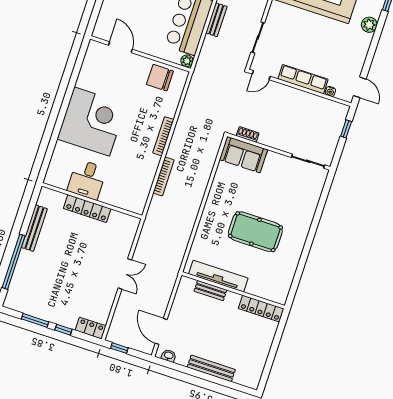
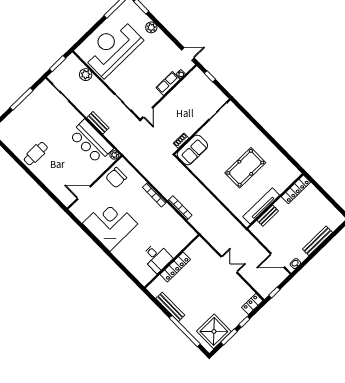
row of seats: (303, 79) -> (168, 83), width x0.68
corner desk: (92, 121) -> (110, 224), moved
shower: (32, 298) -> (214, 331), added

